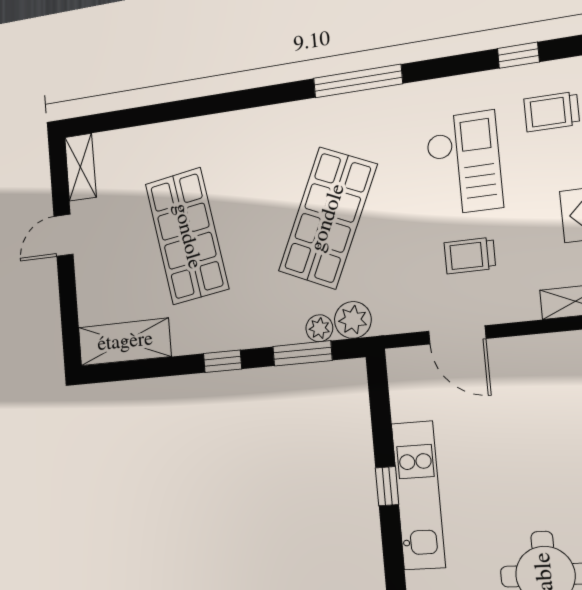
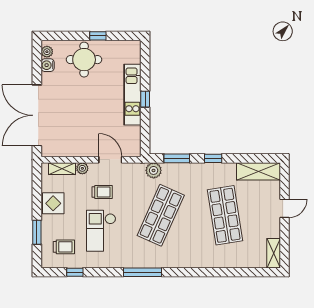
door: (63, 235) -> (285, 208), moved
plant: (319, 328) -> (82, 168), moved

